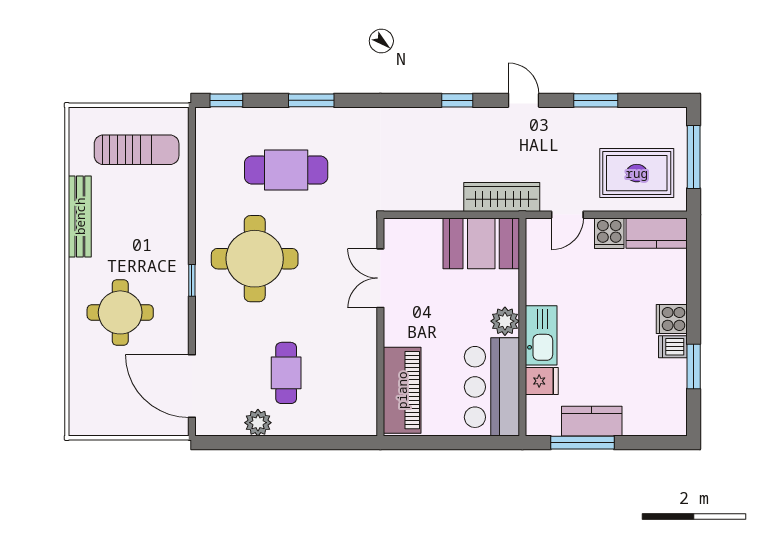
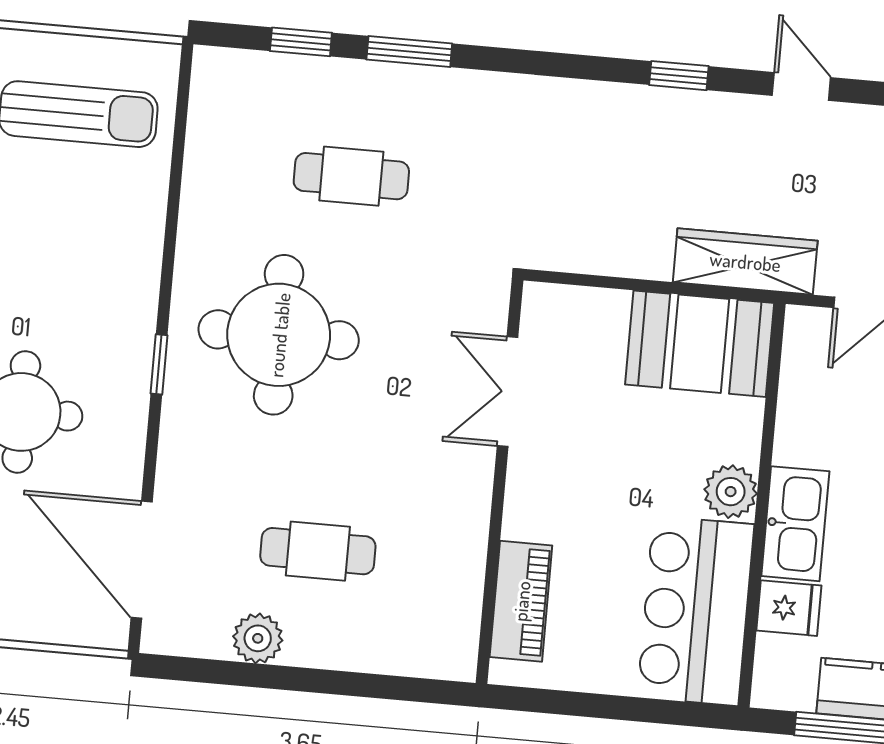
window: (226, 100) -> (301, 42), moved
cafe table: (286, 170) -> (351, 176), width x0.73, depth x0.74
cafe table: (286, 373) -> (318, 551), turned 90
piano: (402, 390) -> (521, 601), width x0.73, depth x0.75

